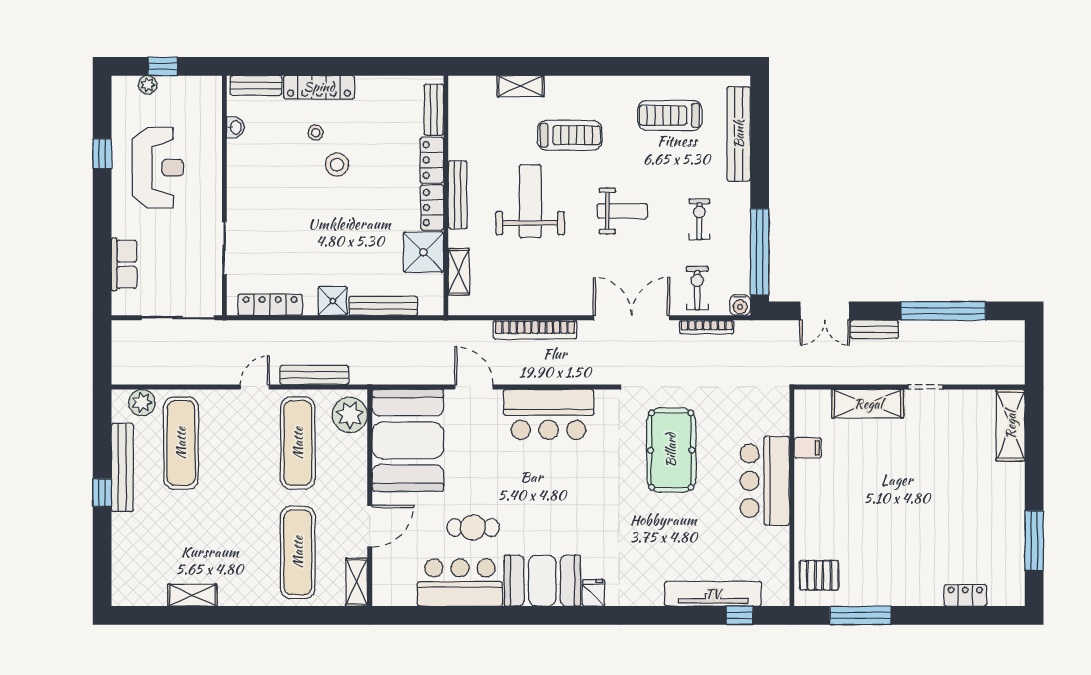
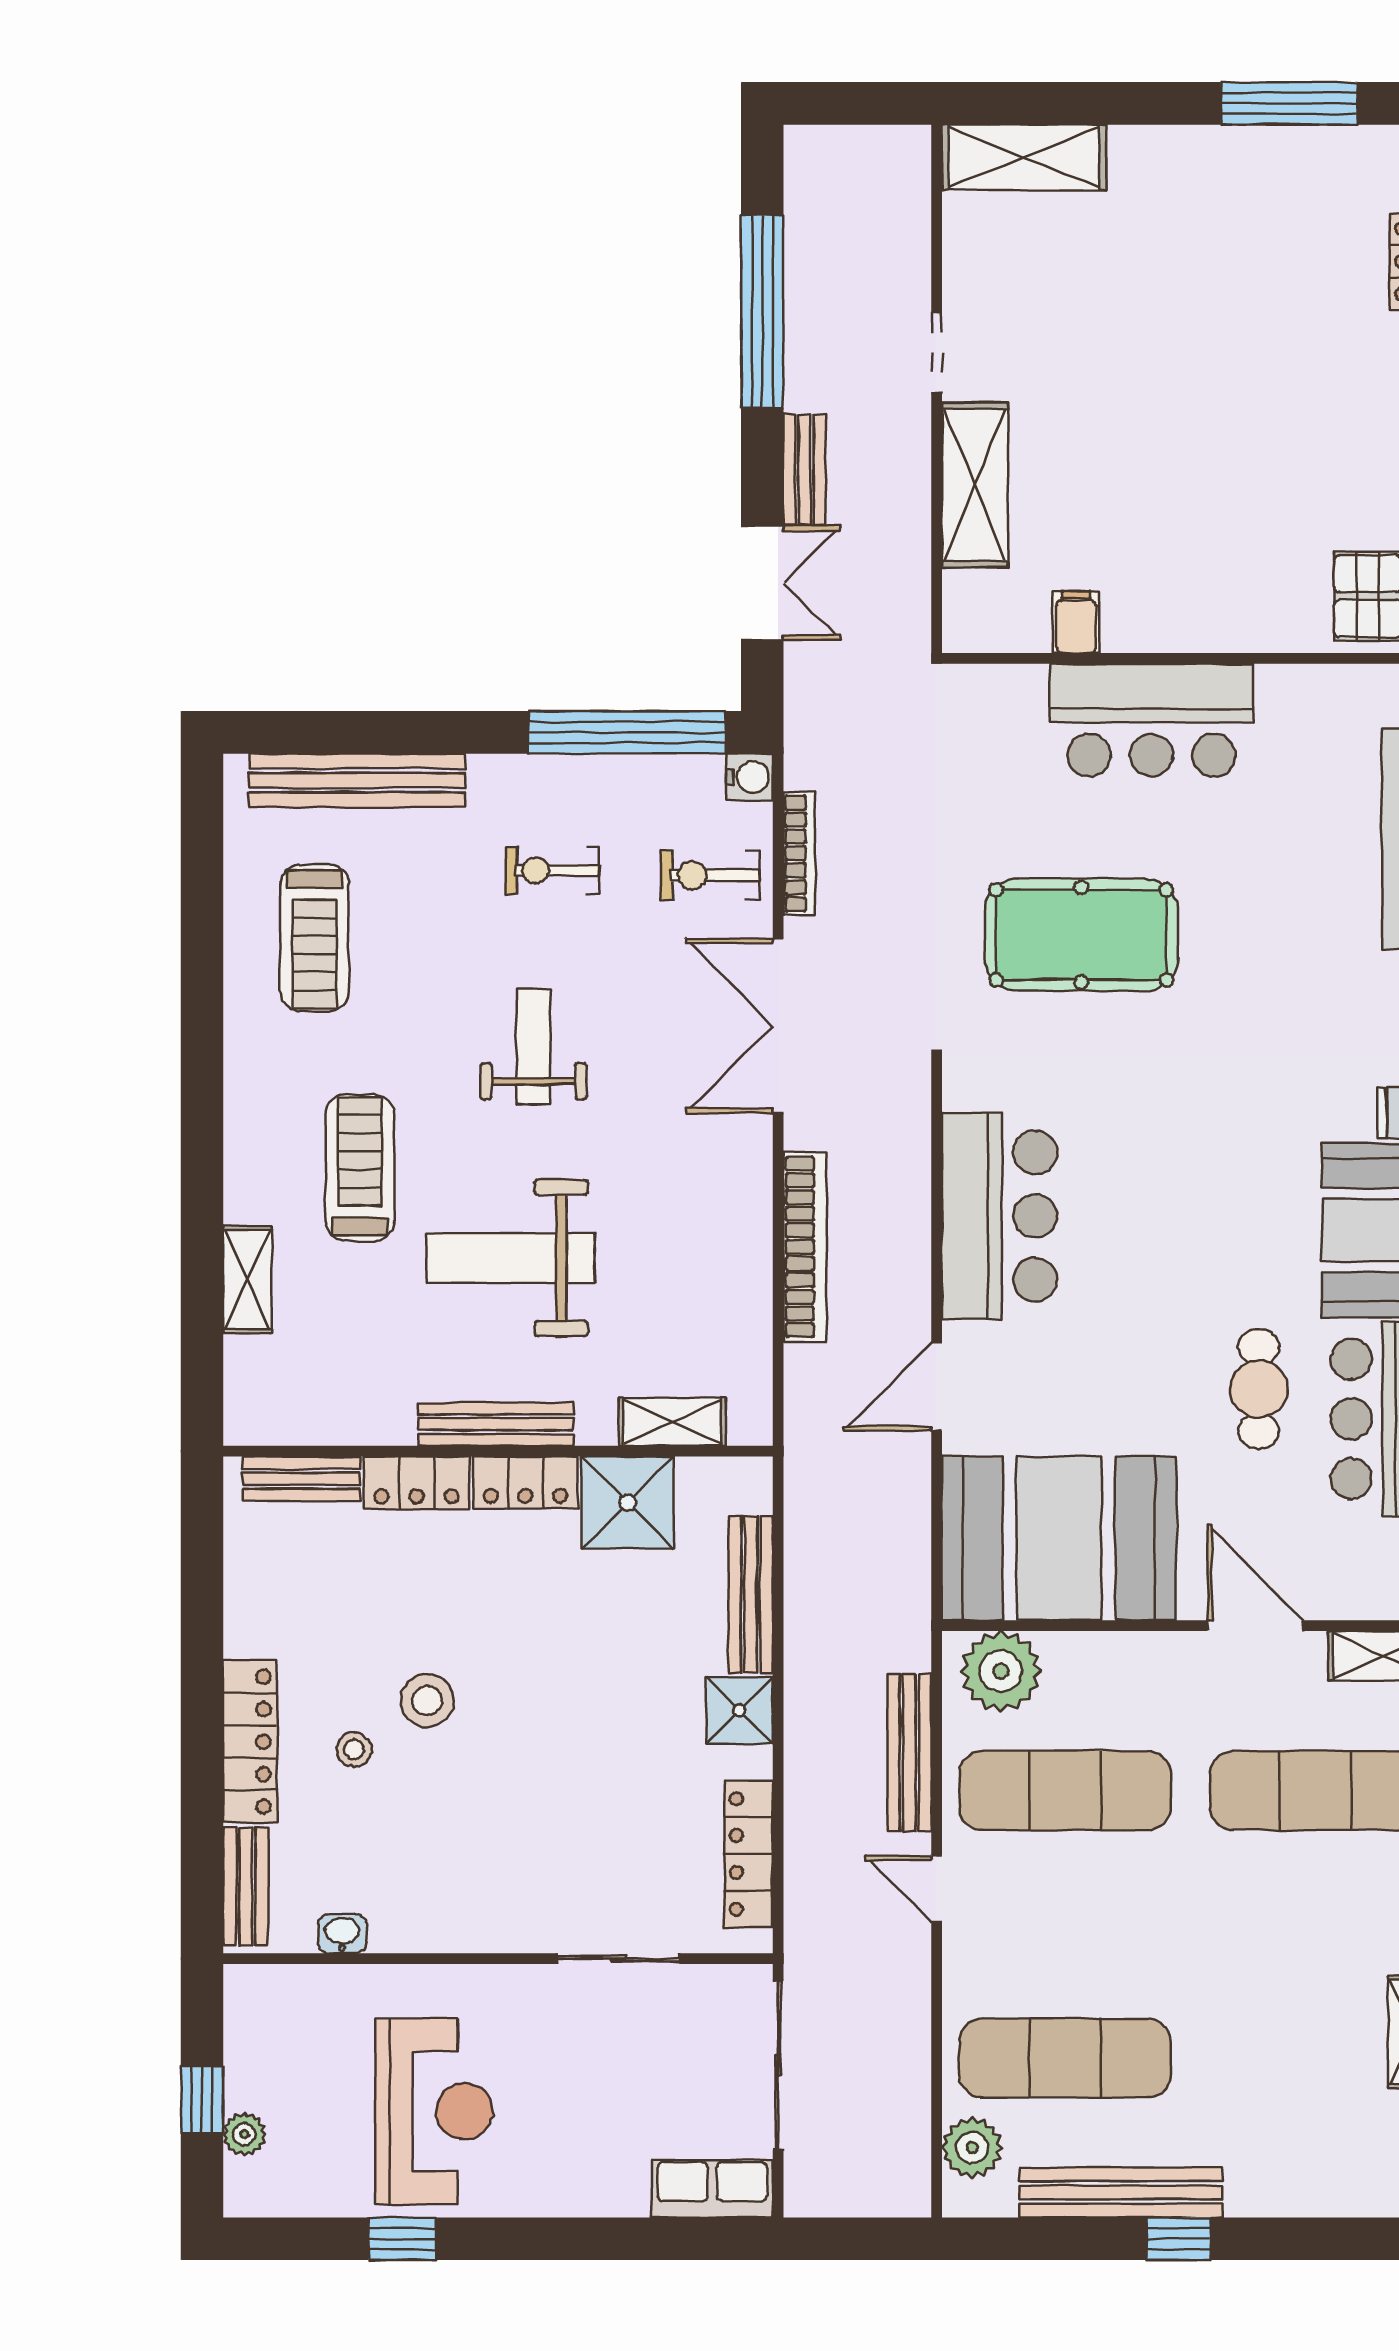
reception desk: (158, 168) -> (434, 2111), turned 90
row of seats: (124, 264) -> (712, 2189), moved

